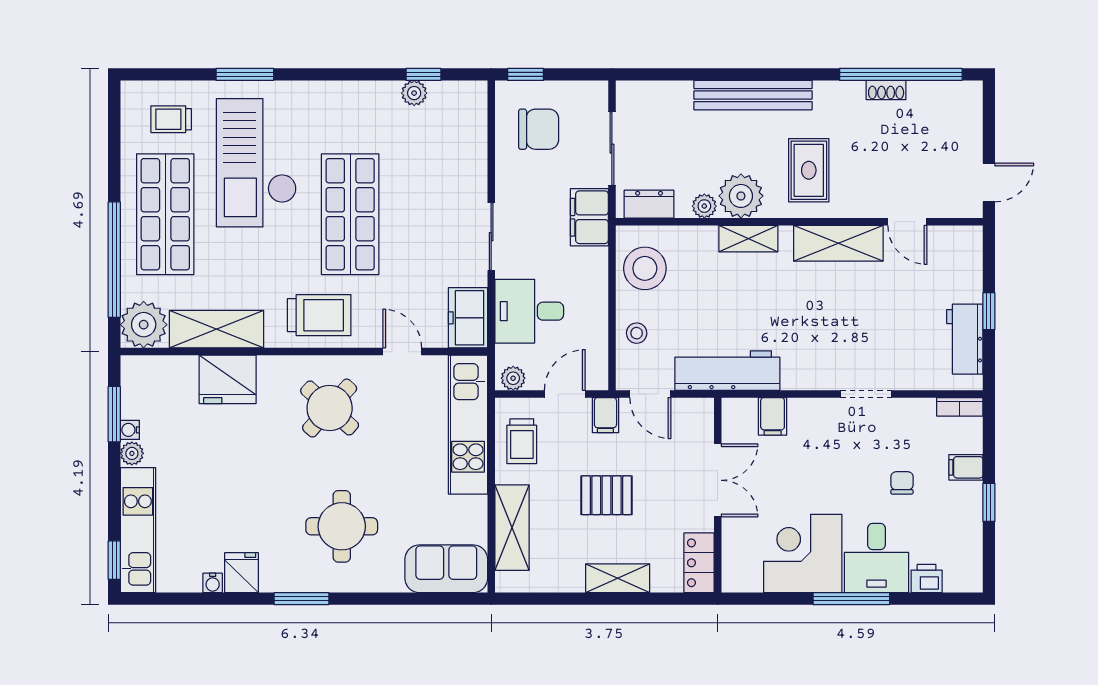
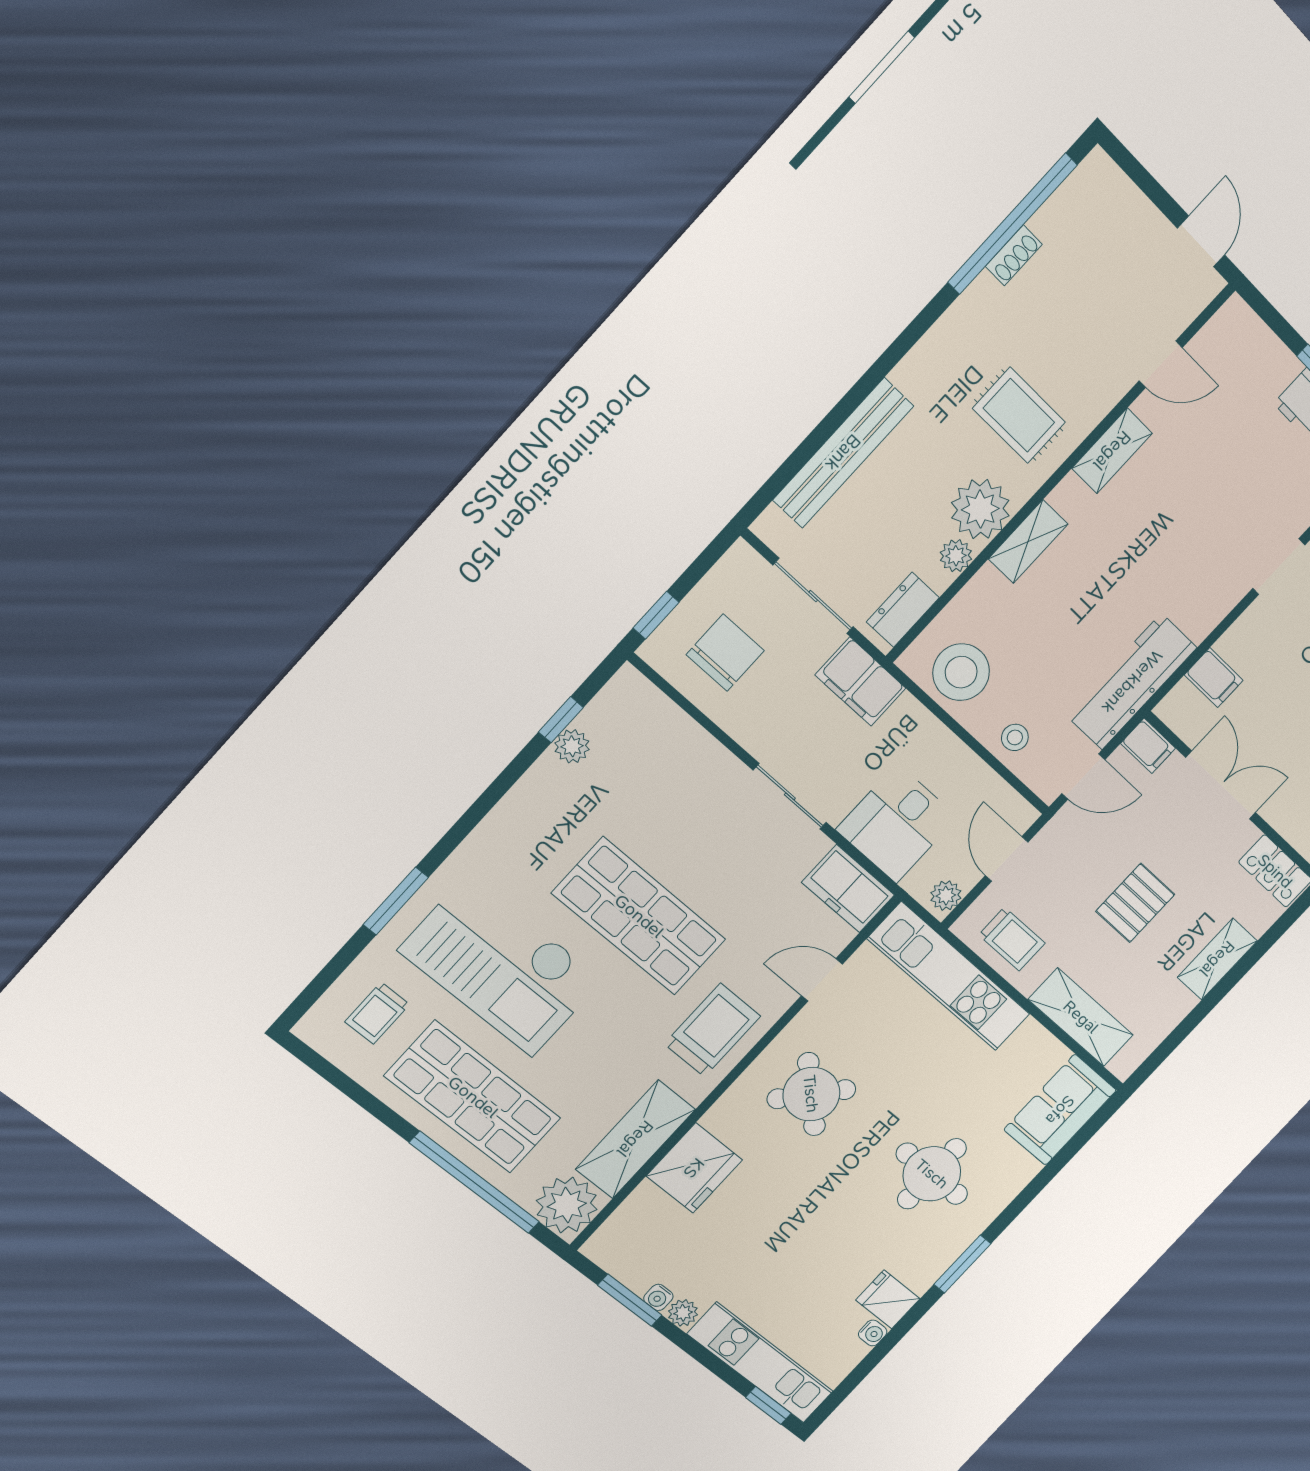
bench: (753, 95) -> (843, 453), moved
shelving: (838, 243) -> (1112, 451), width x0.67, depth x0.75
filing cabinet: (605, 415) -> (1148, 746), moved

